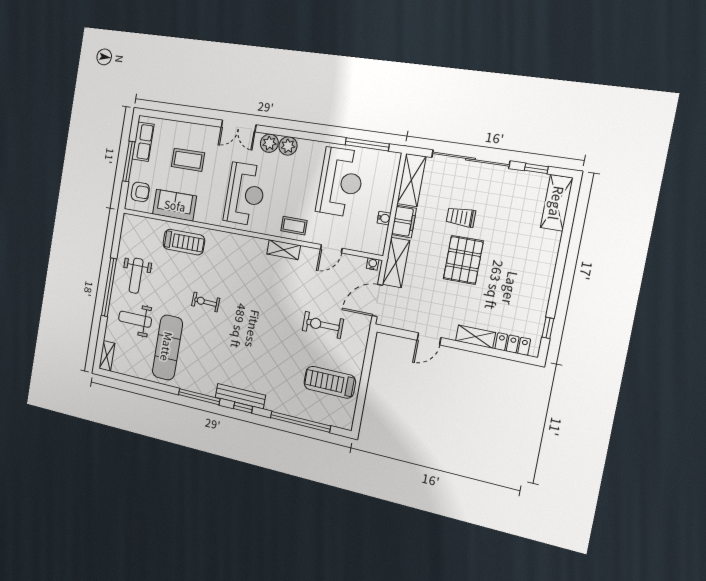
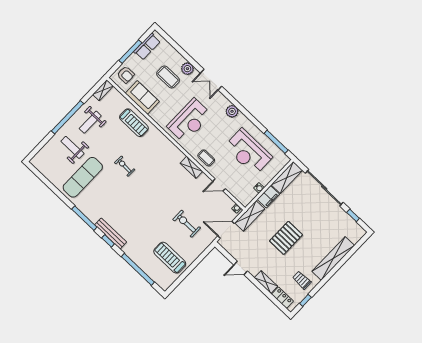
plant: (269, 143) -> (187, 69), moved
reception desk: (340, 182) -> (248, 152), turned 90
shelving: (557, 203) -> (333, 258), moved, width x1.47
trolley: (461, 217) -> (302, 280), moved
shelving: (107, 356) -> (103, 90), moved

